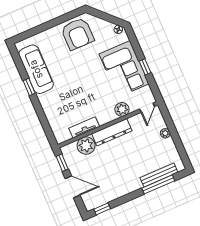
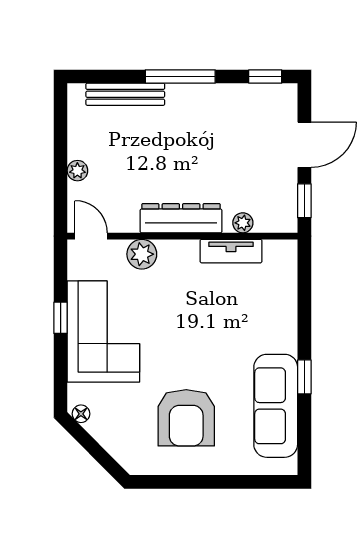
armchair: (77, 34) -> (186, 418), moved, turned 180
door: (147, 108) -> (91, 236), hinge flipped
plant: (86, 146) -> (243, 223), width x0.53, depth x0.53
window: (158, 184) -> (180, 76), moved
door: (73, 187) -> (304, 145), swing flipped

